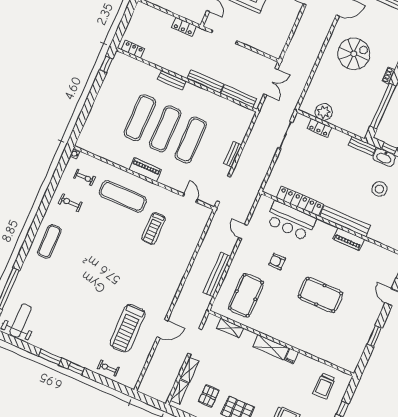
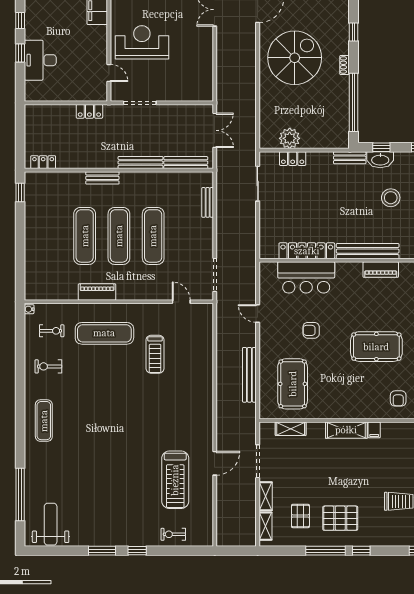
spiral stairs: (354, 54) -> (295, 58), width x1.37, depth x1.37
bench: (233, 154) -> (208, 202), moved
piano: (145, 170) -> (97, 292), moved
armchair: (320, 341) -> (398, 398), added

